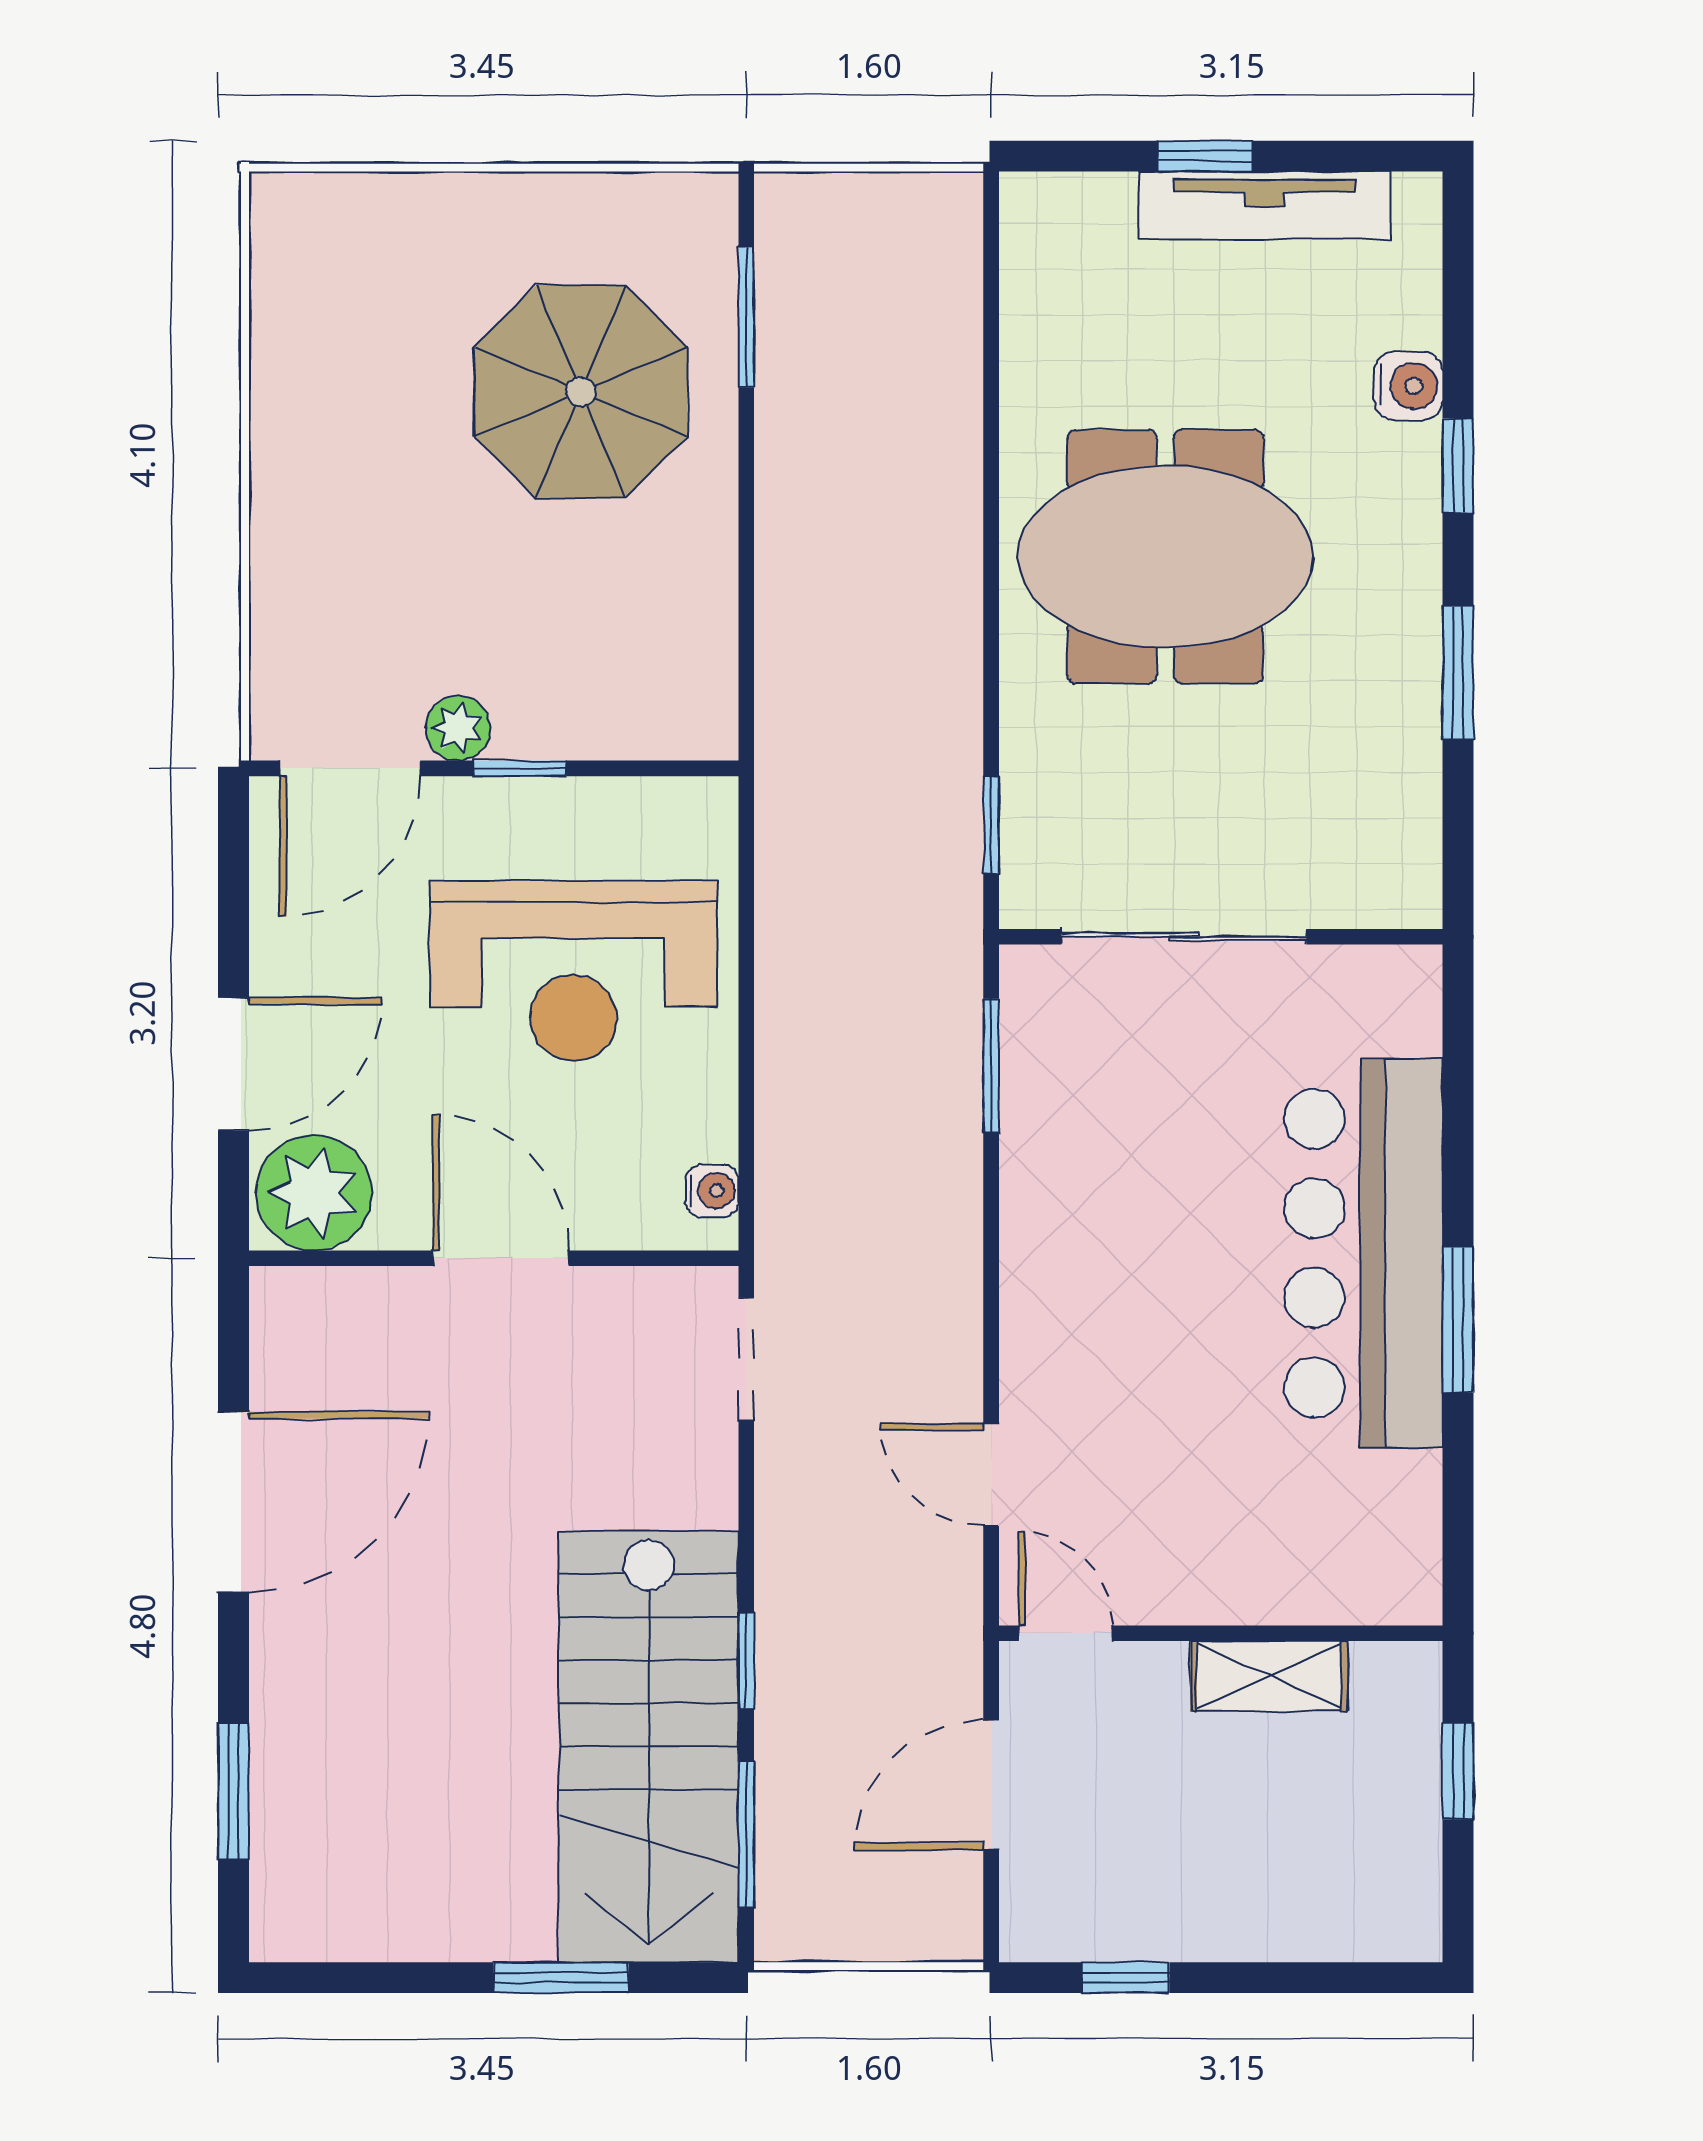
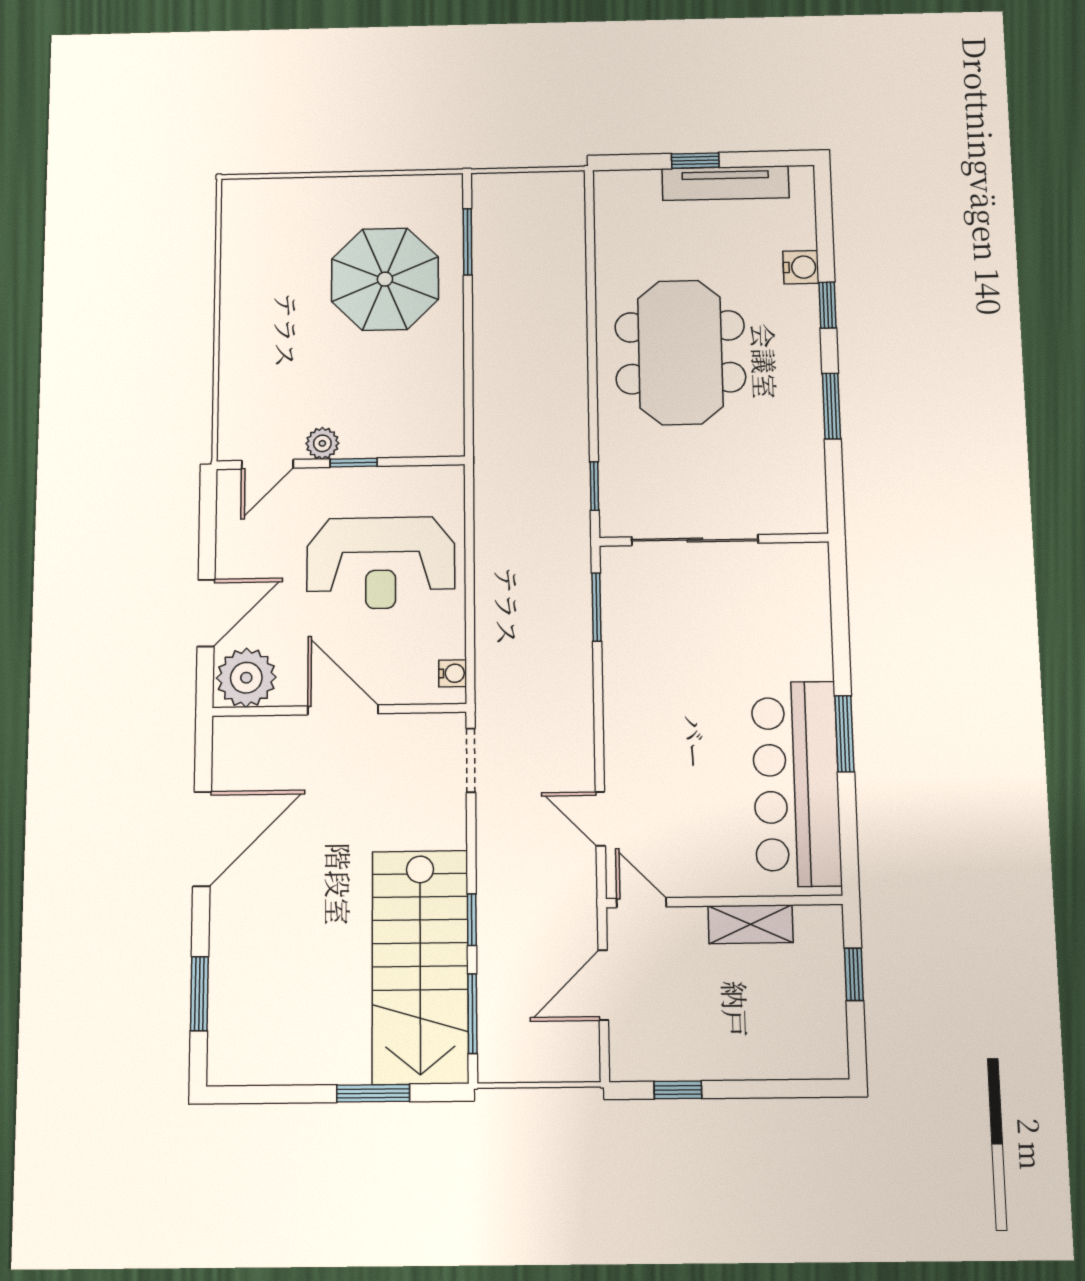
meeting table: (1165, 557) -> (680, 352), turned 90
door: (350, 768) -> (267, 464), width x0.73
bar counter: (1363, 1253) -> (796, 783), moved

